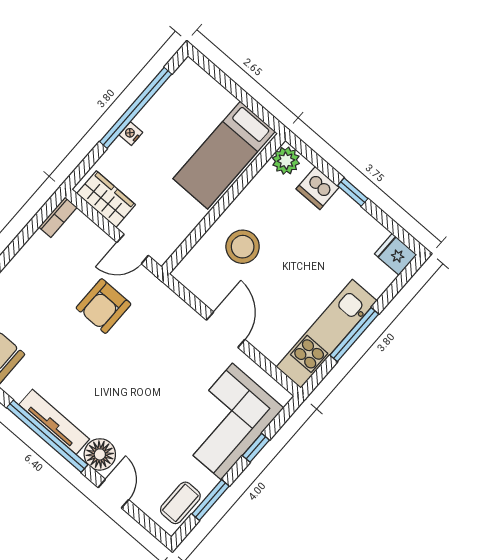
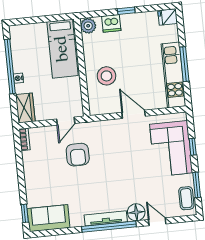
wardrobe: (106, 199) -> (25, 108), moved, turned 90

